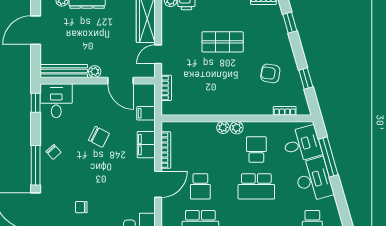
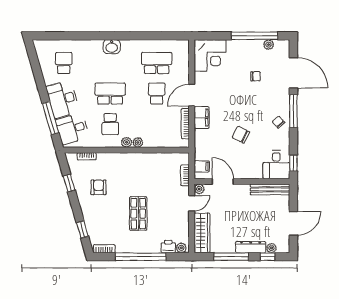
shop shelf: (223, 42) -> (138, 214), turned 90
plant: (95, 72) -> (199, 189), moved
armchair: (270, 73) -> (99, 187), turned -99
filing cabinet: (146, 113) -> (202, 166), moved
filing cabinet: (146, 145) -> (202, 118), moved

